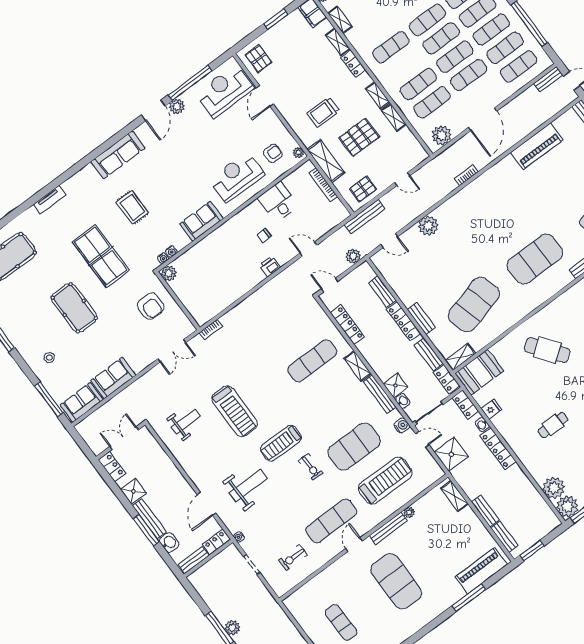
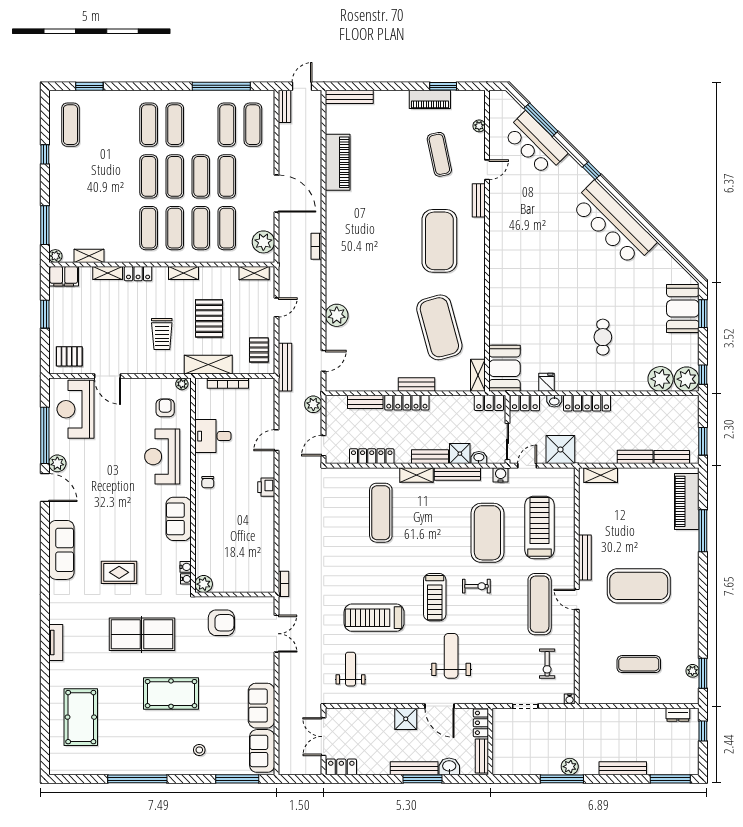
exercise mat: (491, 30) -> (175, 228), moved
shelving: (394, 117) -> (254, 273), moved
chair: (264, 235) -> (208, 482), moved
cafe table: (547, 350) -> (531, 292), removed
bench: (429, 354) -> (430, 457), moved
treadmill: (235, 411) -> (374, 618), turned 180
shower: (133, 491) -> (406, 719), moved
plant: (409, 512) -> (585, 527), removed
water cooler: (239, 537) -> (570, 699), moved

